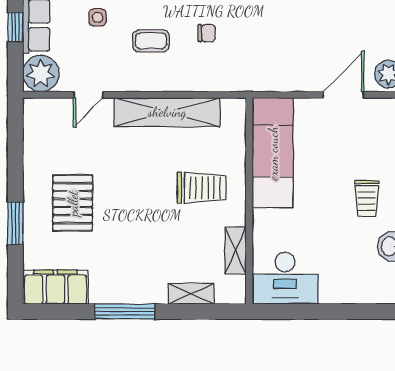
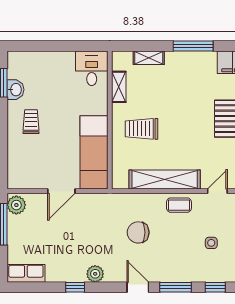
chair: (207, 33) -> (138, 232), width x1.87, depth x1.87
coffee table: (151, 41) -> (179, 205), moved
door: (343, 95) -> (61, 191), moved
desk: (285, 278) -> (92, 68), width x0.73

